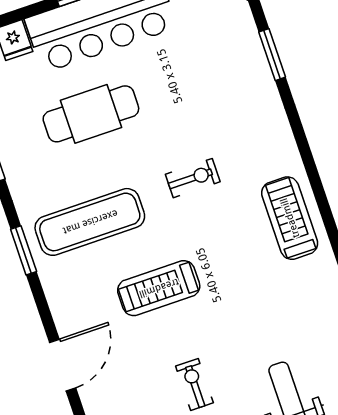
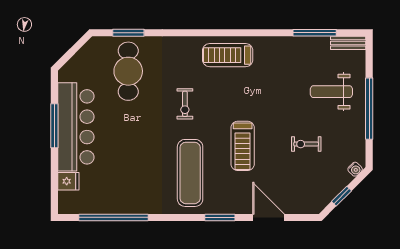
cafe table: (91, 114) -> (128, 71), moved
exercise bike: (193, 178) -> (185, 104), turned 180
window: (24, 250) -> (220, 217), moved

